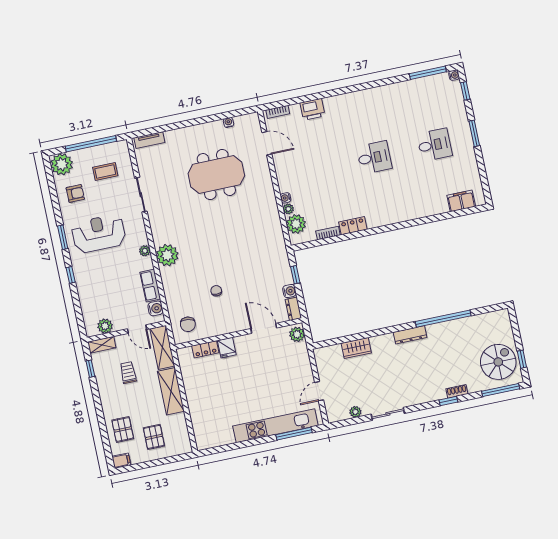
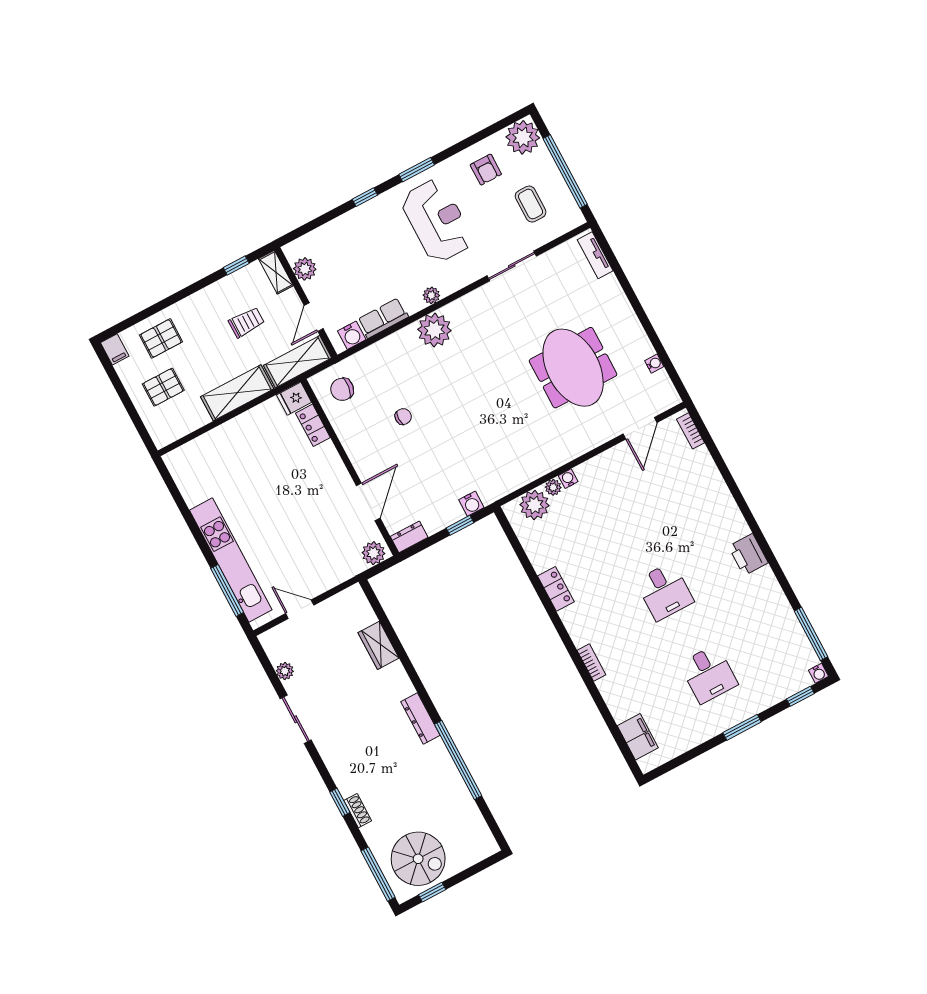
printer: (312, 109) -> (748, 555), moved
bookcase: (328, 233) -> (591, 663), moved
water cooler: (289, 291) -> (471, 504), moved
fridge: (227, 348) -> (294, 399), moved

